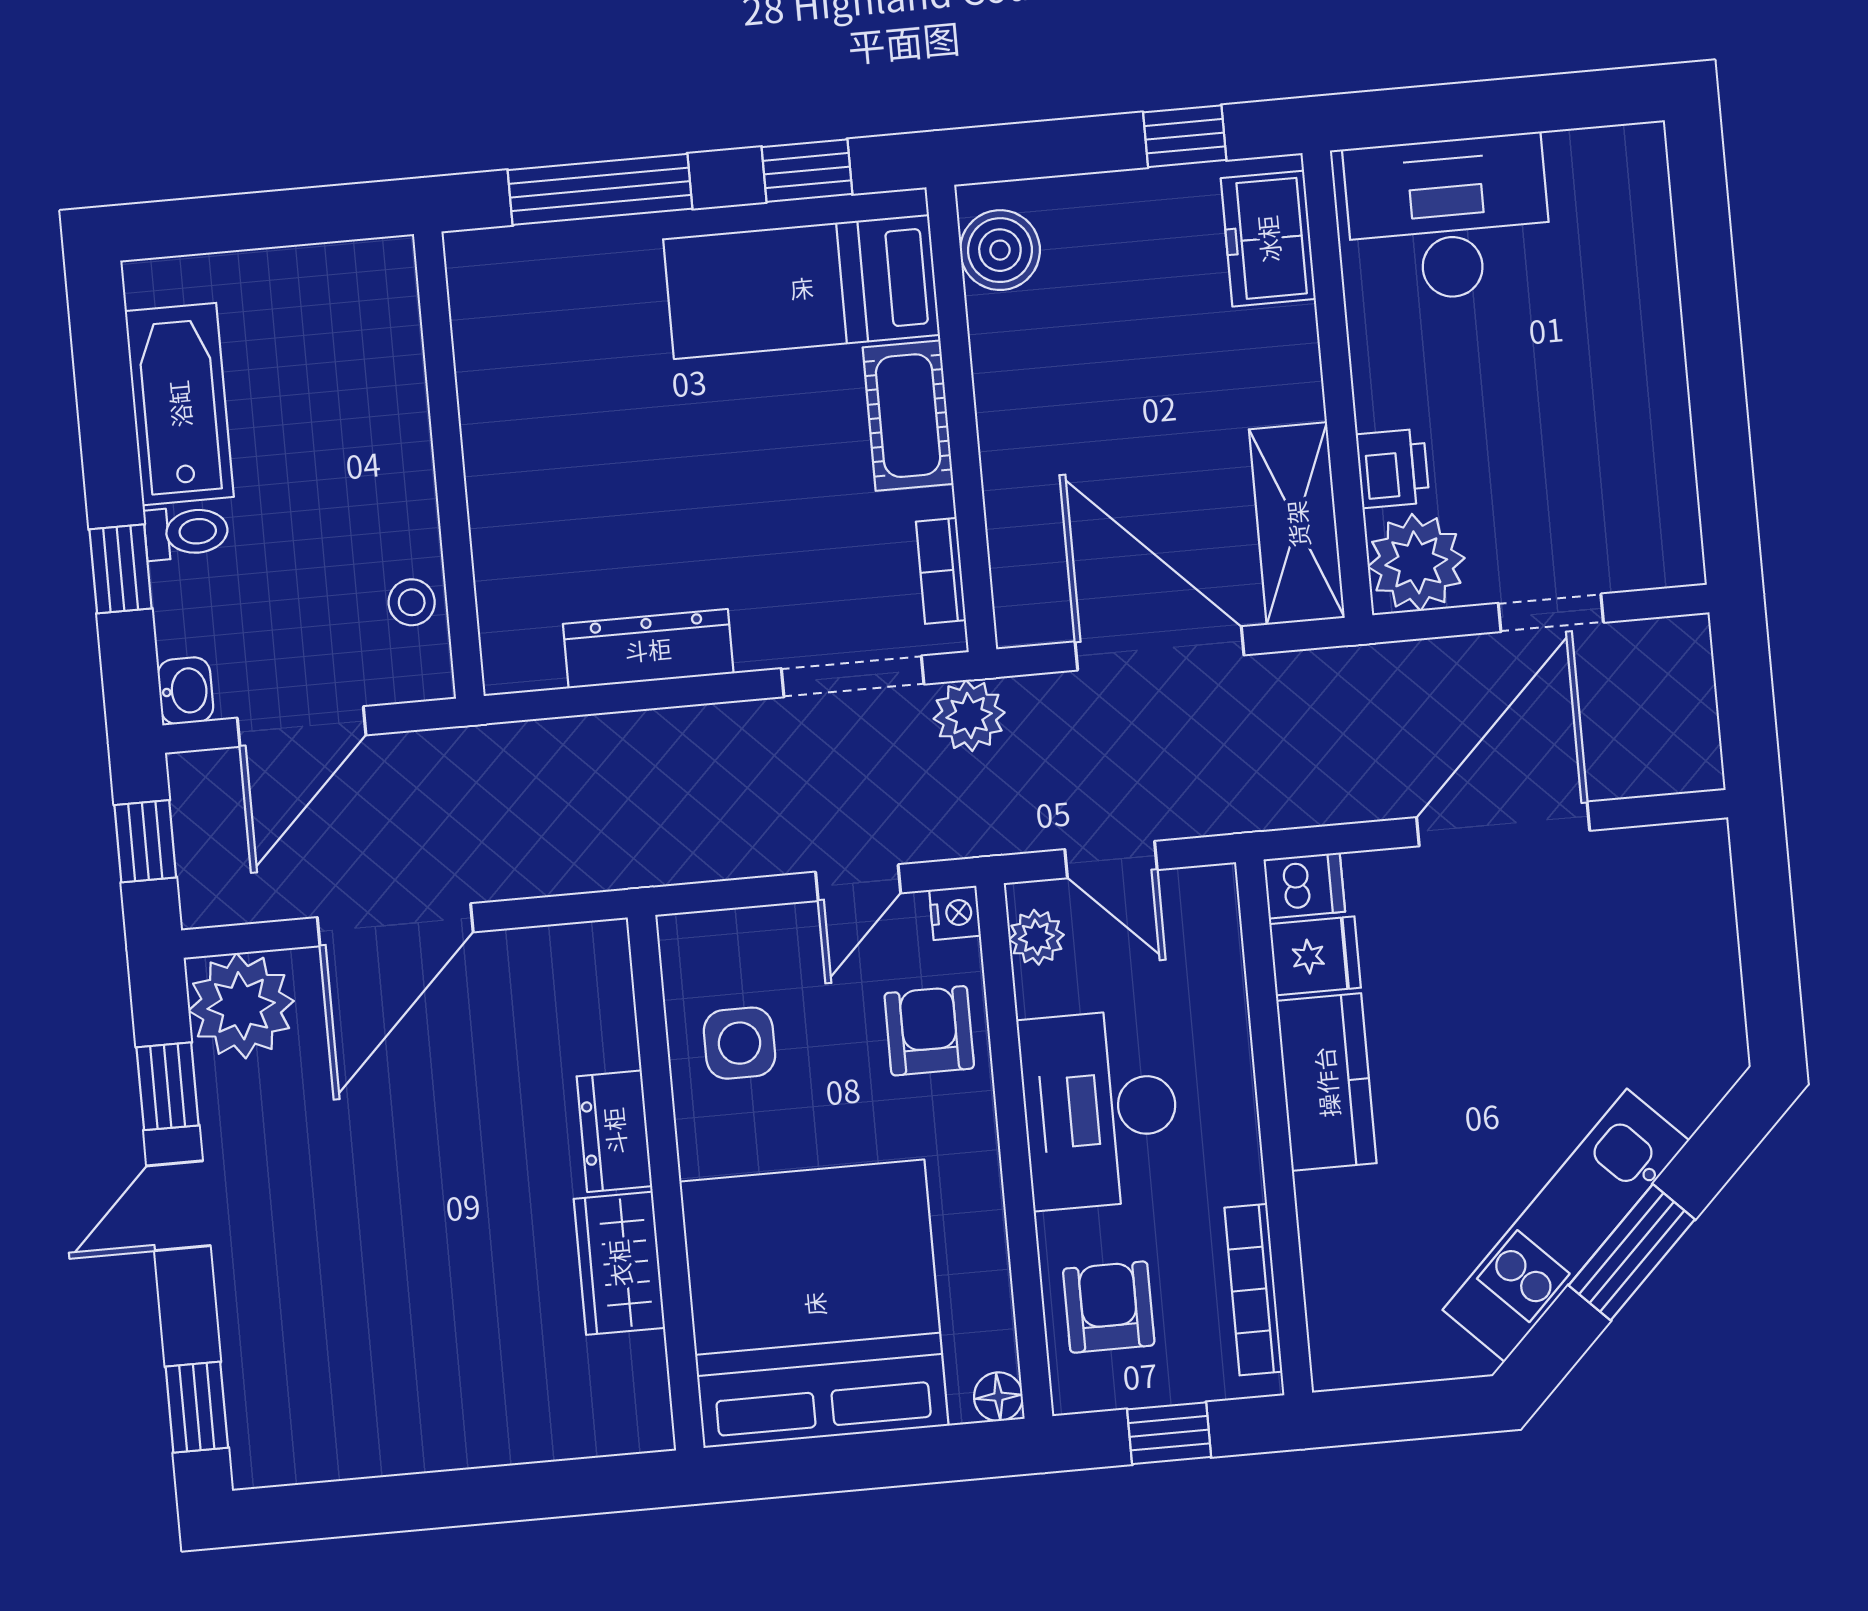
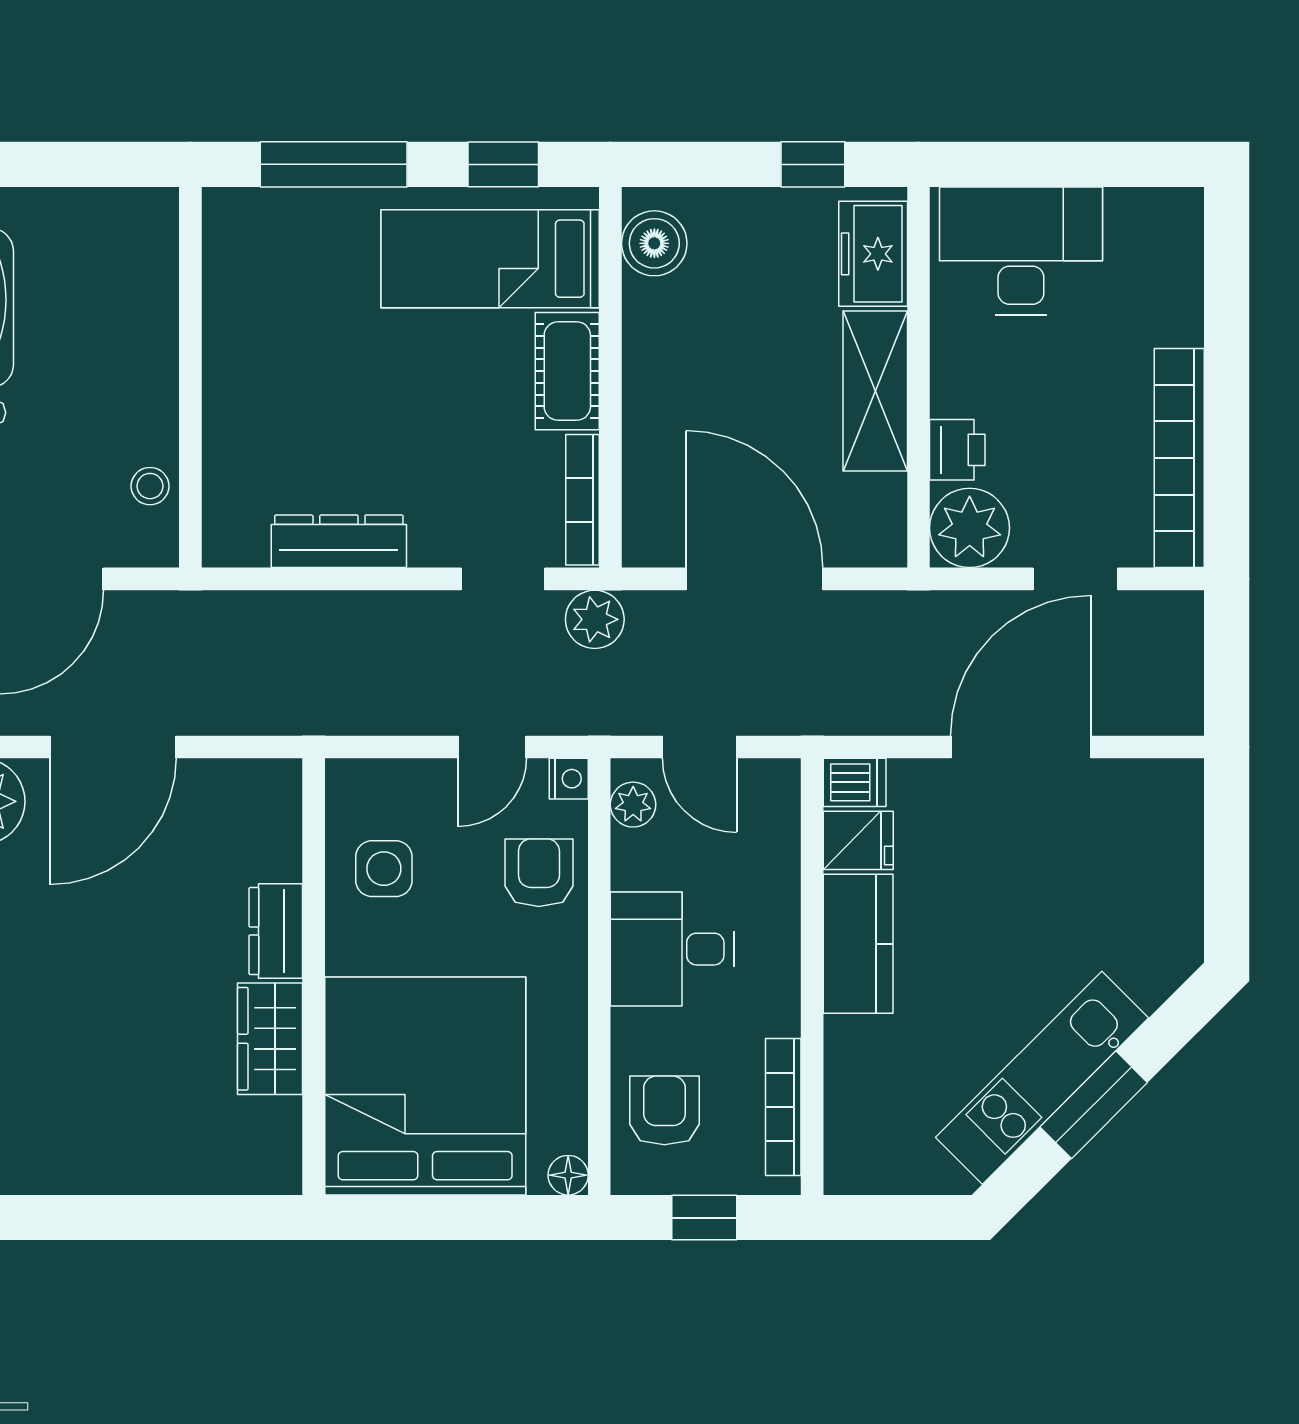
bookcase: (1664, 454) -> (1179, 458), added
shelving: (1297, 524) -> (875, 391), moved
bookcase: (941, 571) -> (582, 500), width x1.56
doorway: (853, 676) -> (503, 579), width x0.73
desk: (1100, 1109) -> (672, 949), width x0.73

